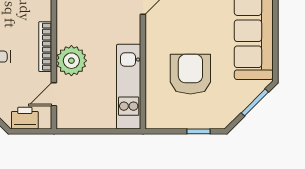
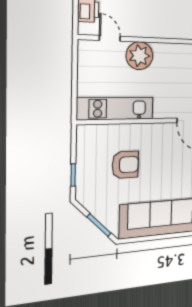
bookcase: (45, 47) -> (152, 32), removed
armchair: (190, 74) -> (125, 165), width x0.73, depth x0.73

